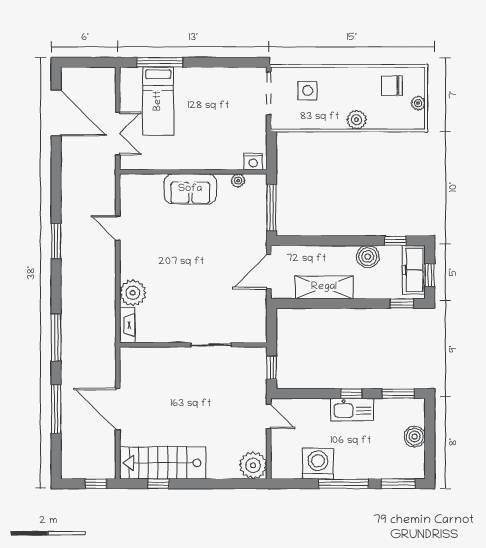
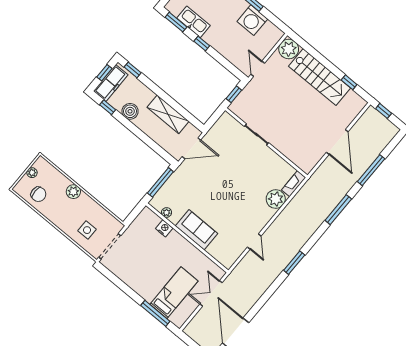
nightstand: (253, 162) -> (164, 228), moved
kitchen sink: (352, 409) -> (193, 22), moved
stairs: (163, 463) -> (320, 77), moved

